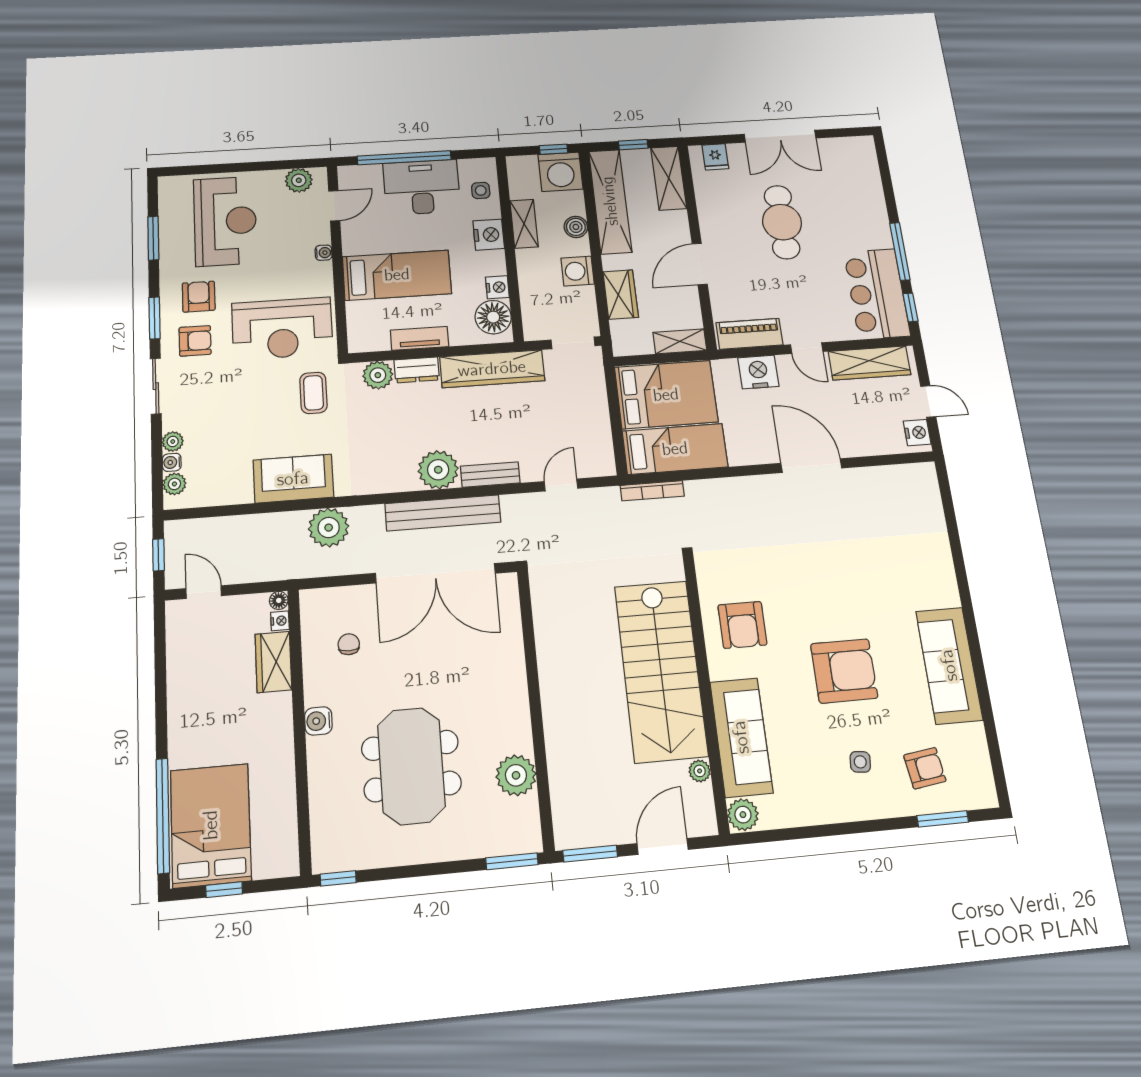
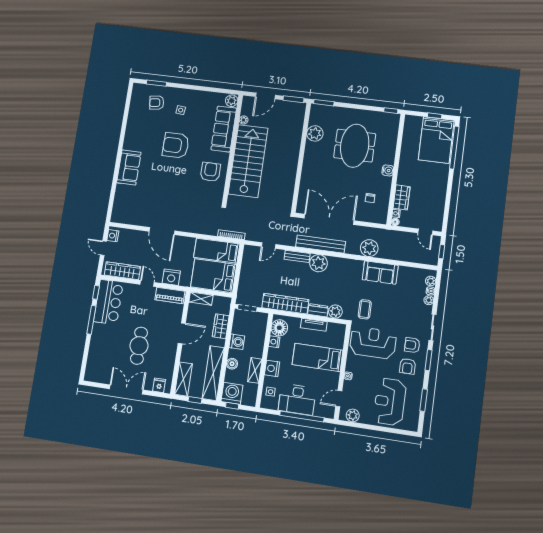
sofa: (949, 665) -> (129, 167), moved, width x0.73

